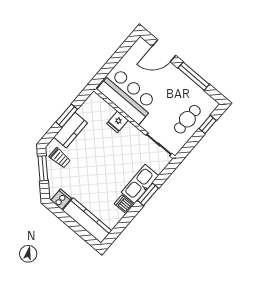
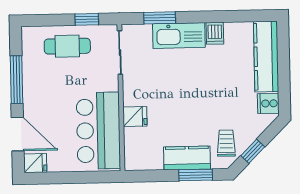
fridge: (140, 46) -> (35, 163), added
window: (67, 116) -> (196, 175), moved
window: (208, 125) -> (87, 19), moved
window: (43, 168) -> (253, 151), width x0.67
window: (148, 194) -> (160, 18), moved

